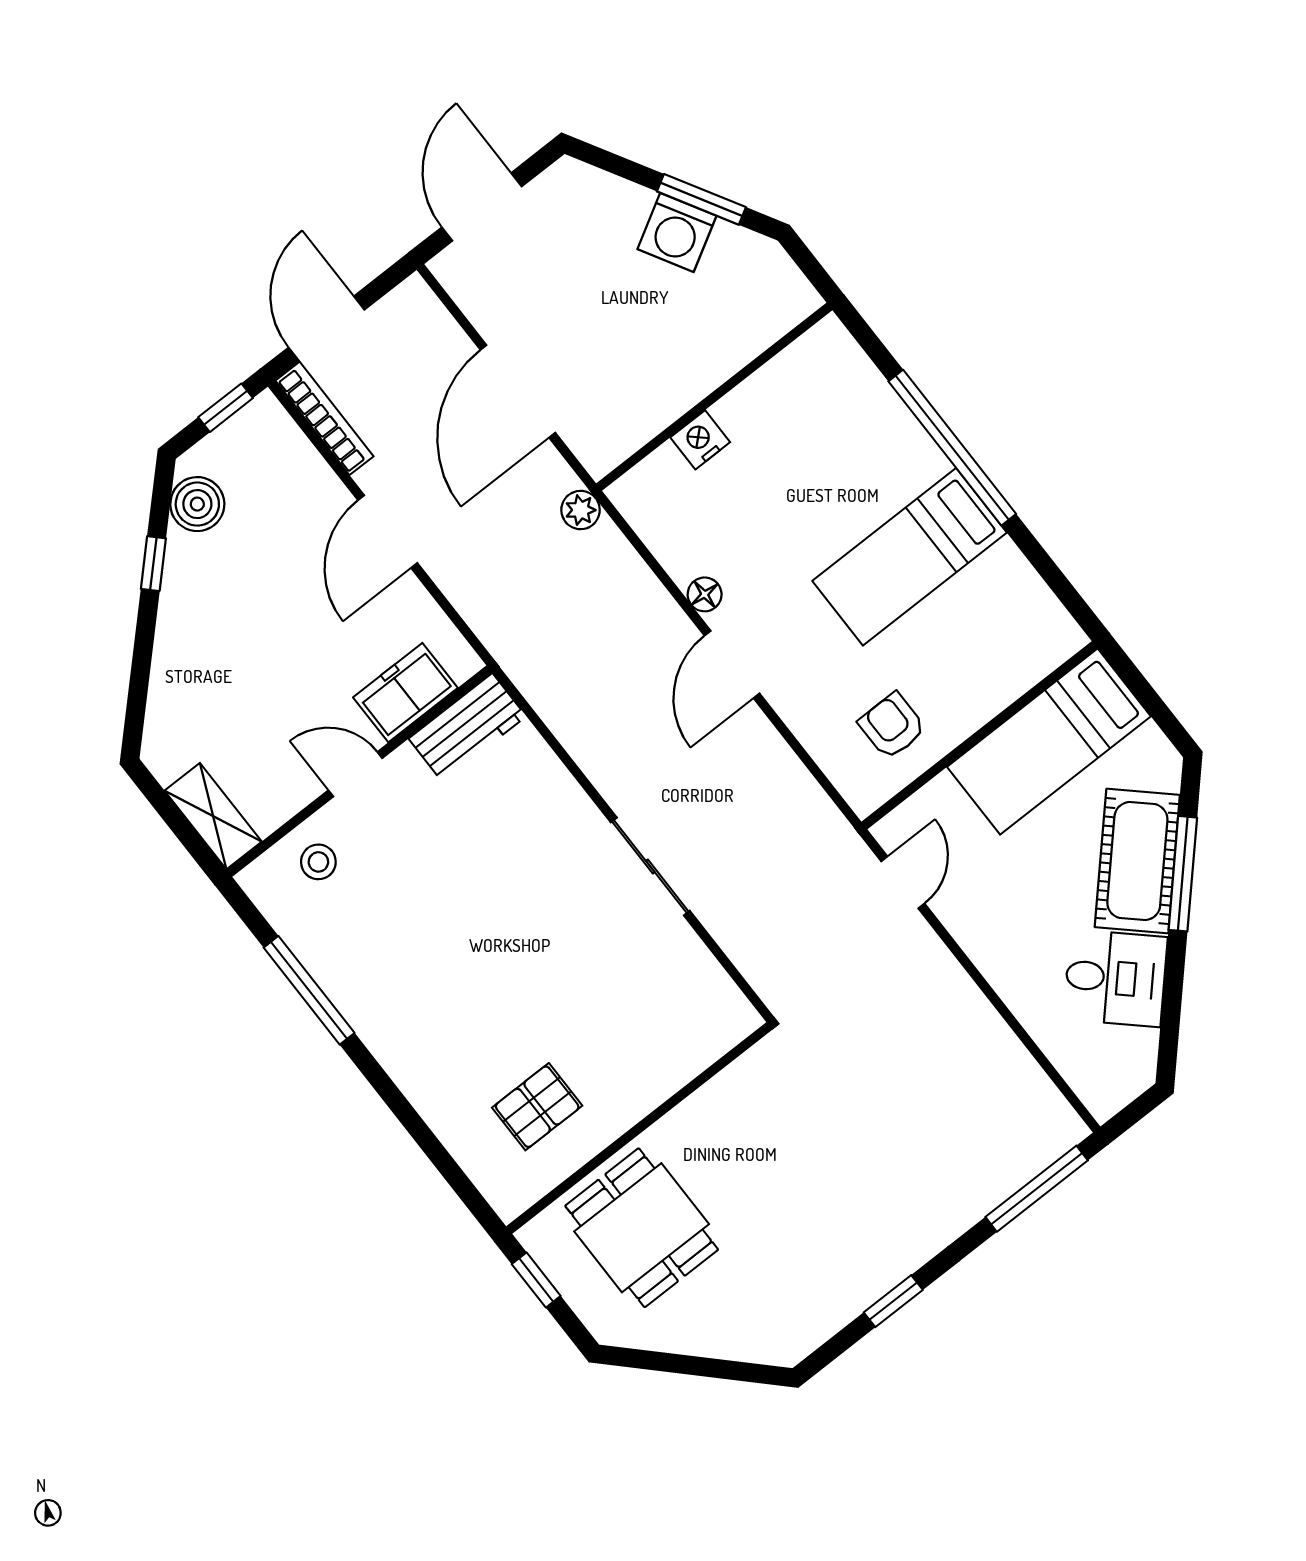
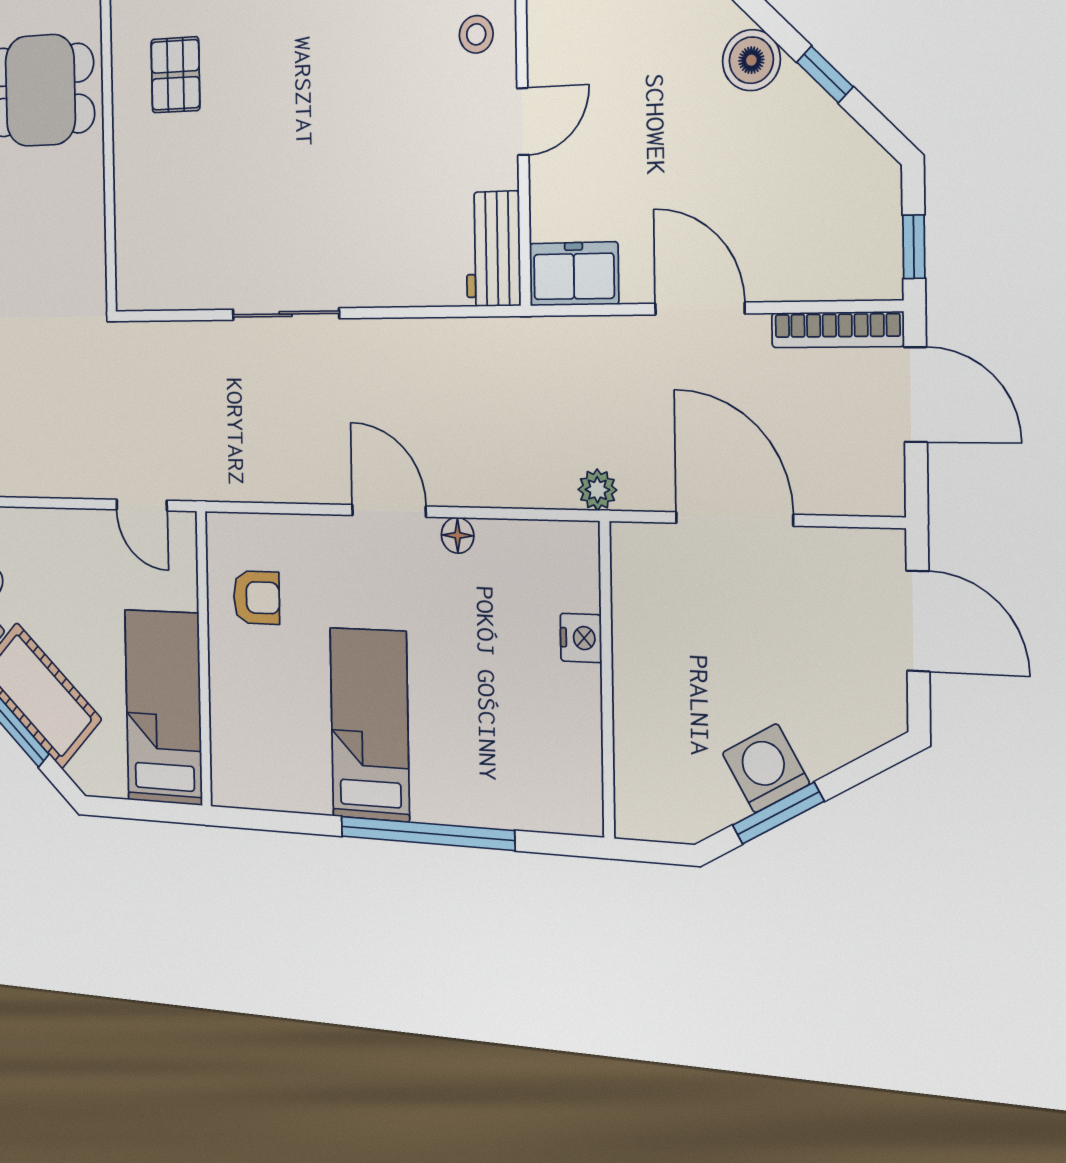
boiler: (197, 504) -> (751, 60), moved
freezer: (405, 693) -> (574, 274), moved, turned -90

